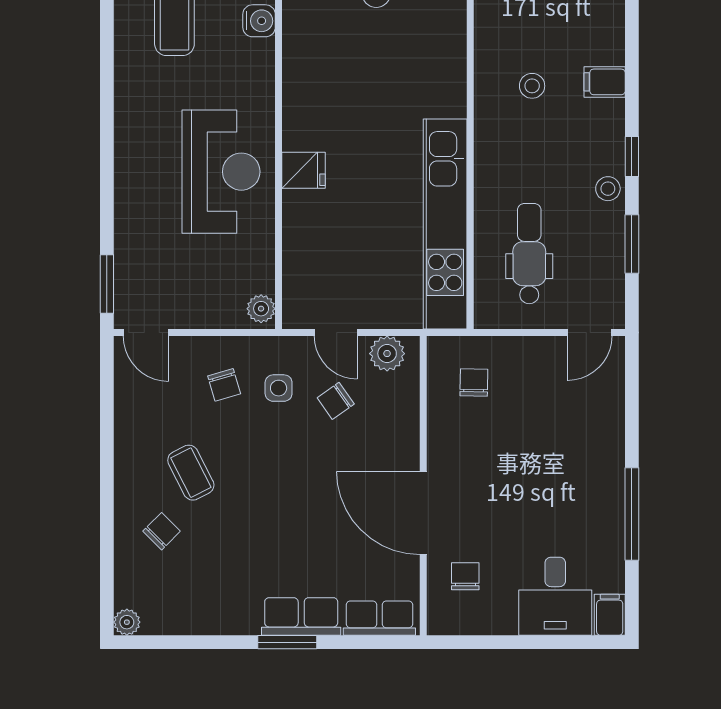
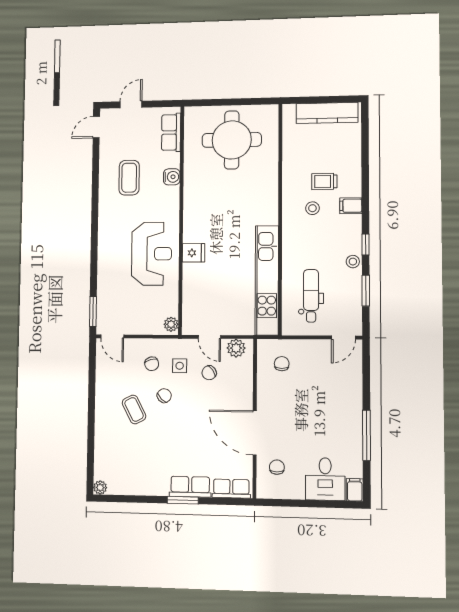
trolley: (555, 34) -> (324, 181), added
chair: (162, 531) -> (164, 396), moved

